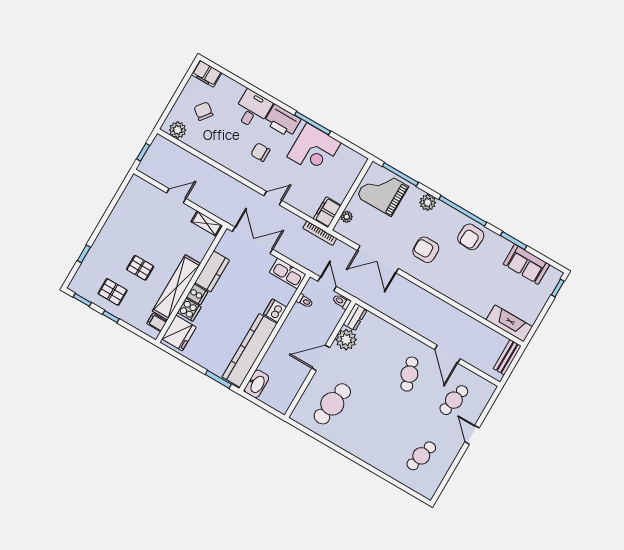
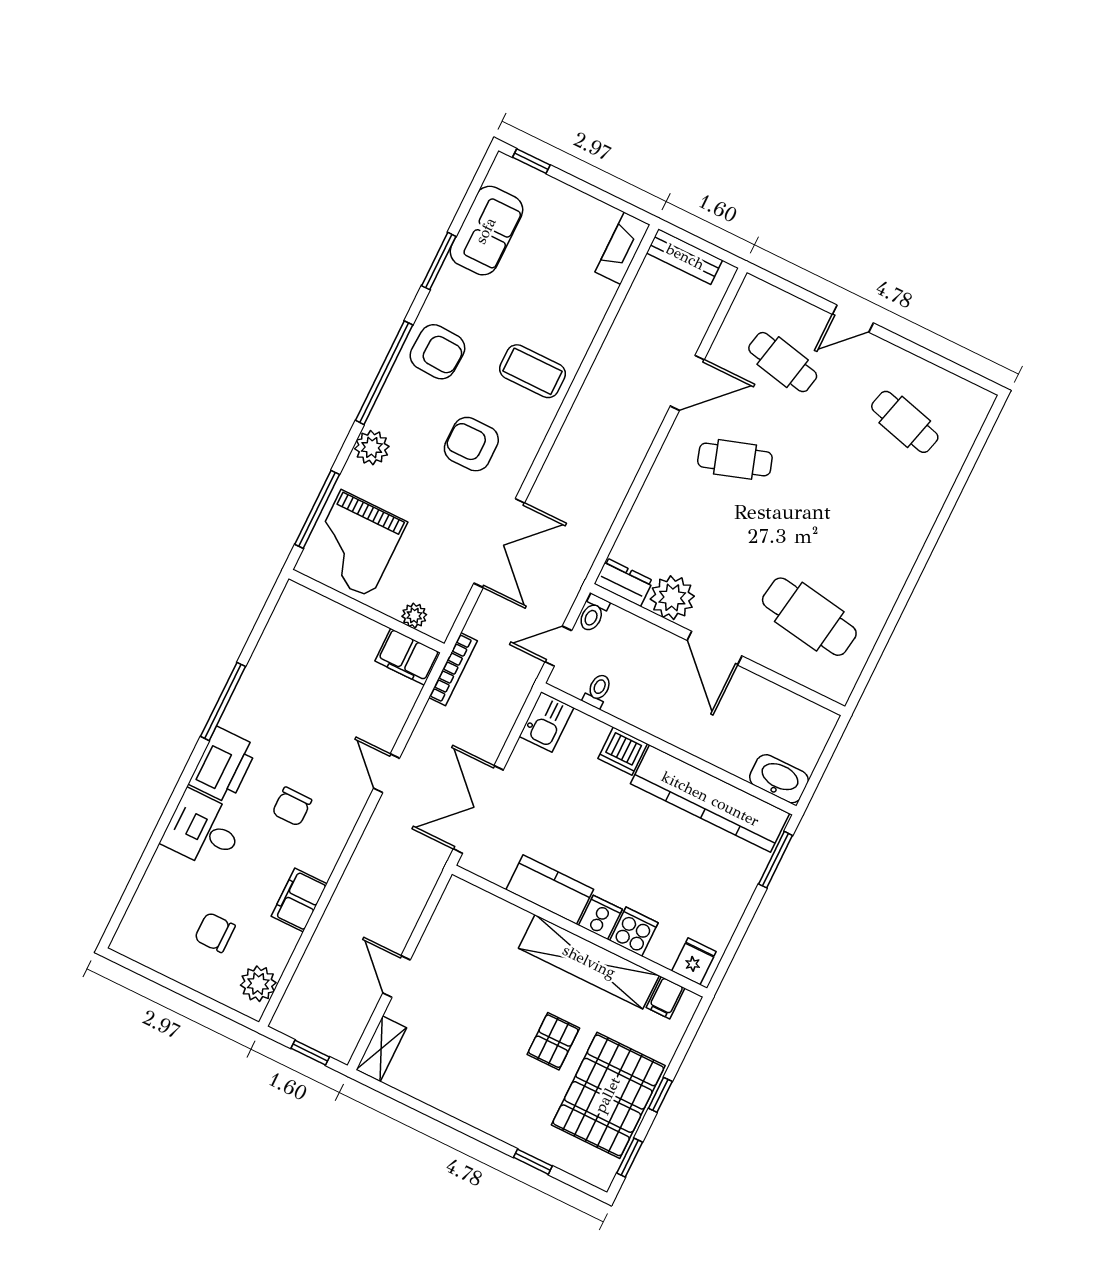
filing cabinet: (207, 74) -> (299, 900), moved, turned 180
chair: (203, 111) -> (215, 932), turned 52
corner desk: (314, 150) -> (278, 694), removed
shelving: (206, 223) -> (381, 1049), moved
armchair: (426, 250) -> (471, 444), turned 90
kitchen sink: (288, 273) -> (546, 722), width x0.73
coffee table: (458, 281) -> (533, 371), added
pallet: (113, 292) -> (608, 1095), width x2.05, depth x2.00
fireplace: (509, 323) -> (623, 248), width x0.73, depth x0.76
fridge: (179, 333) -> (694, 961), width x0.53, depth x0.75

